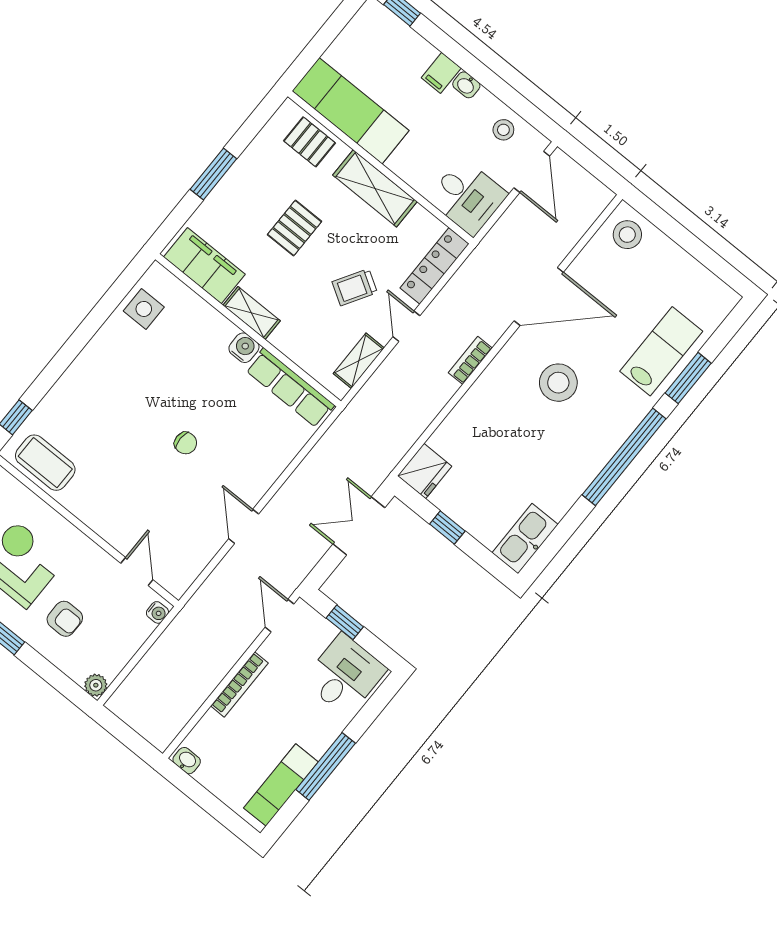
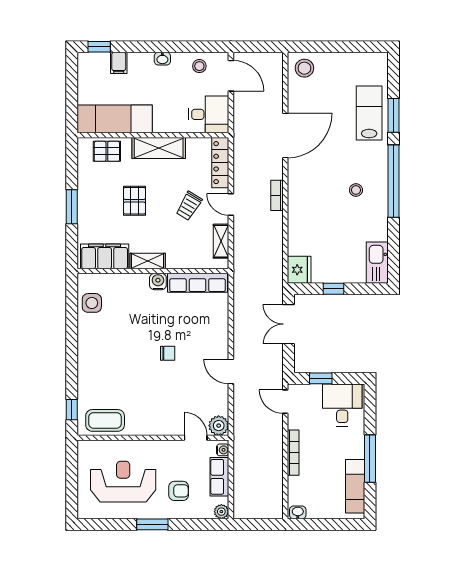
filing cabinet: (441, 73) -> (119, 63), moved
stool: (558, 383) -> (356, 190), moved, width x0.53, depth x0.53
plant: (176, 579) -> (219, 426), added
row of seats: (127, 642) -> (219, 477), added

